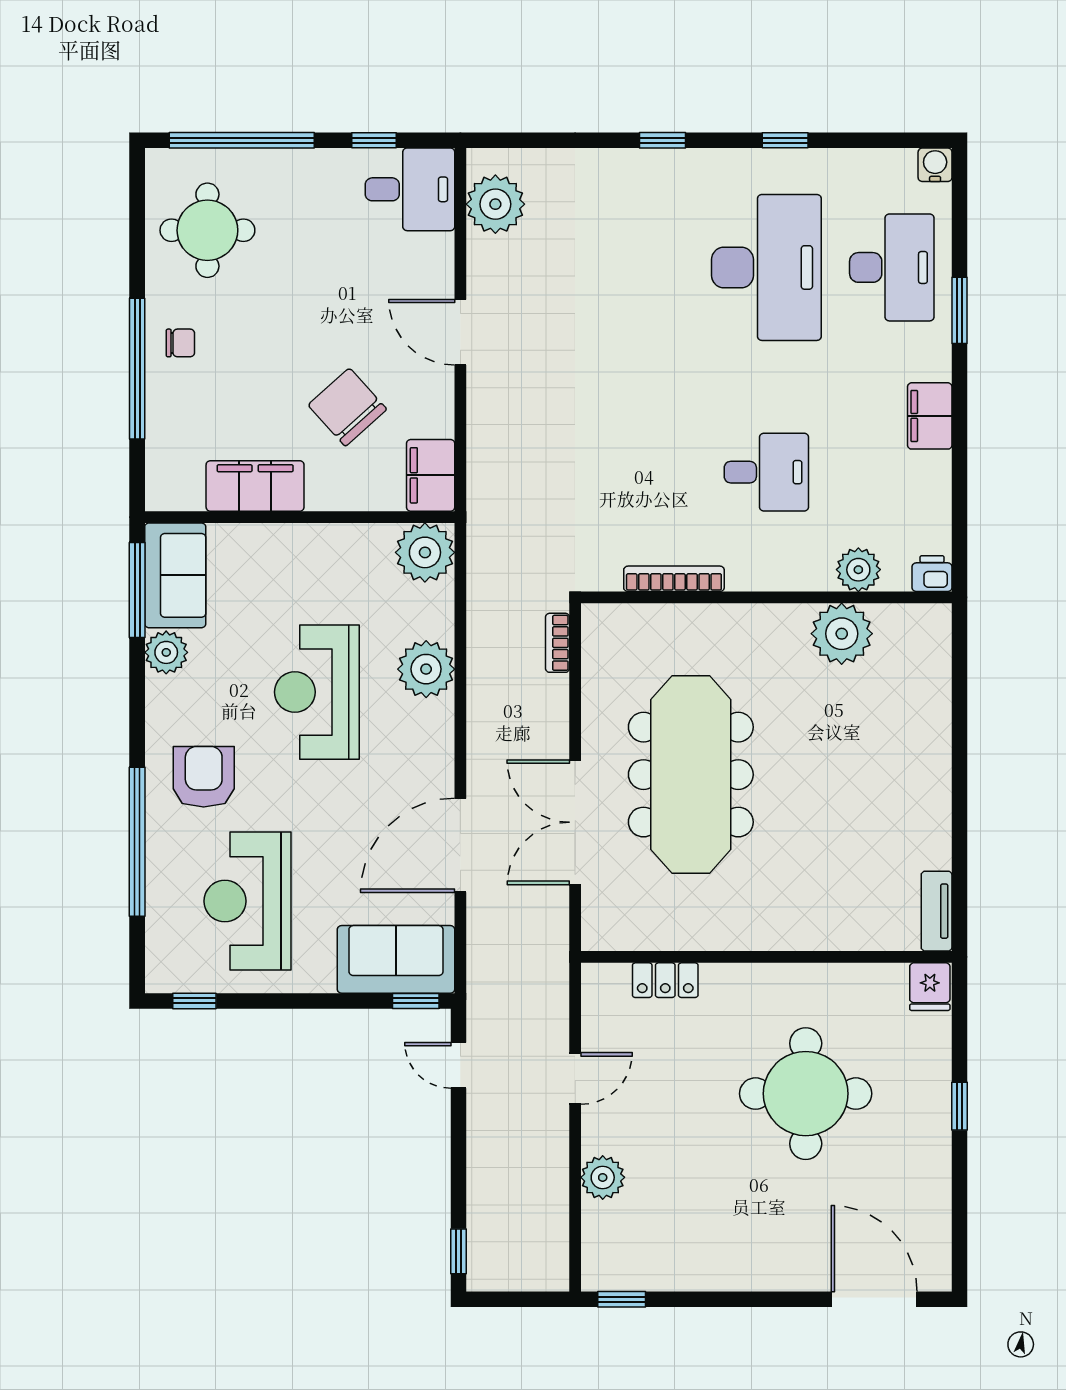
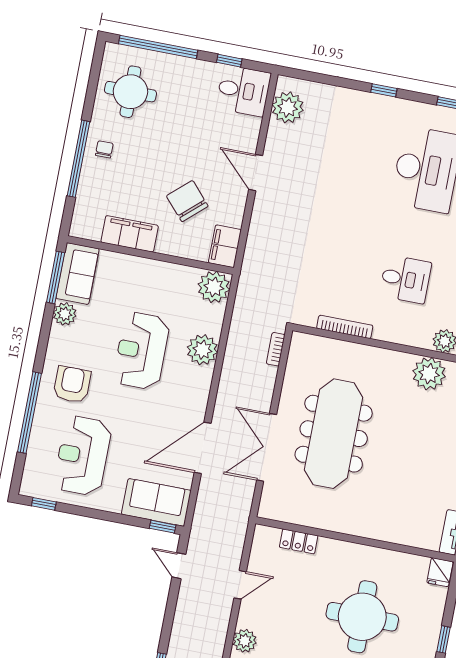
chair: (180, 343) -> (104, 149), turned -90

